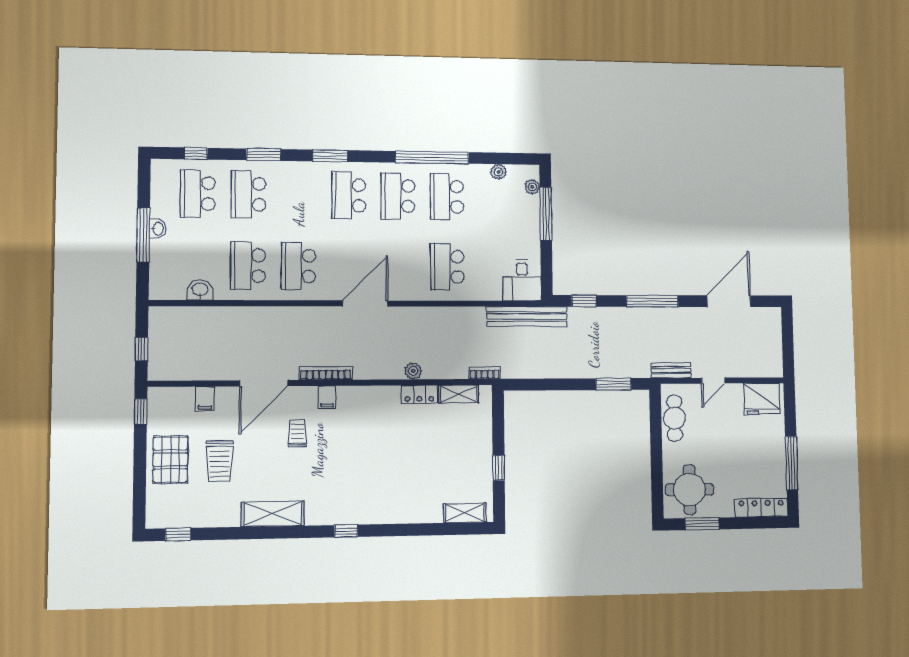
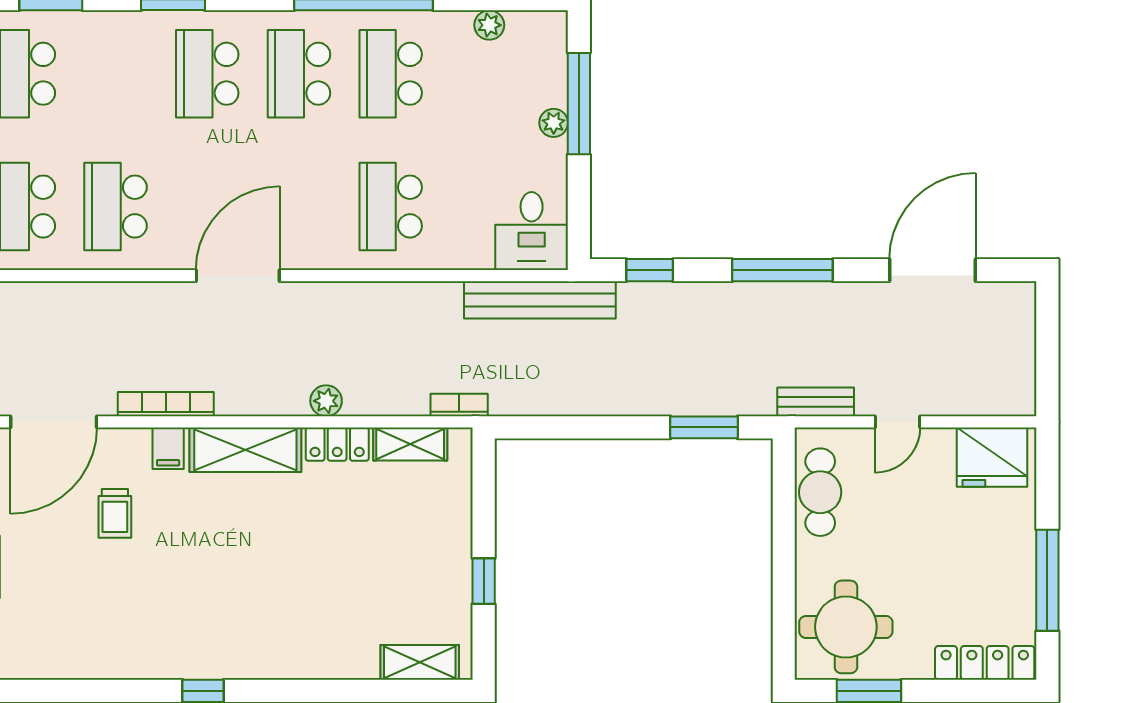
plant: (532, 187) -> (554, 123), moved
trolley: (298, 433) -> (115, 513), turned 180
shelving: (273, 514) -> (245, 450), moved

